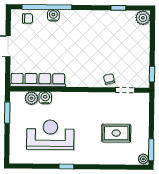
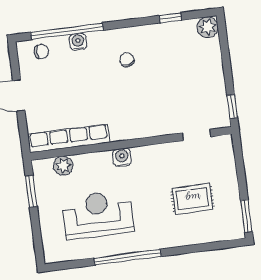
chair: (109, 79) -> (127, 60), moved
water cooler: (45, 98) -> (122, 157), moved
plant: (143, 159) -> (237, 231), removed
window: (66, 167) -> (128, 257), width x3.17

